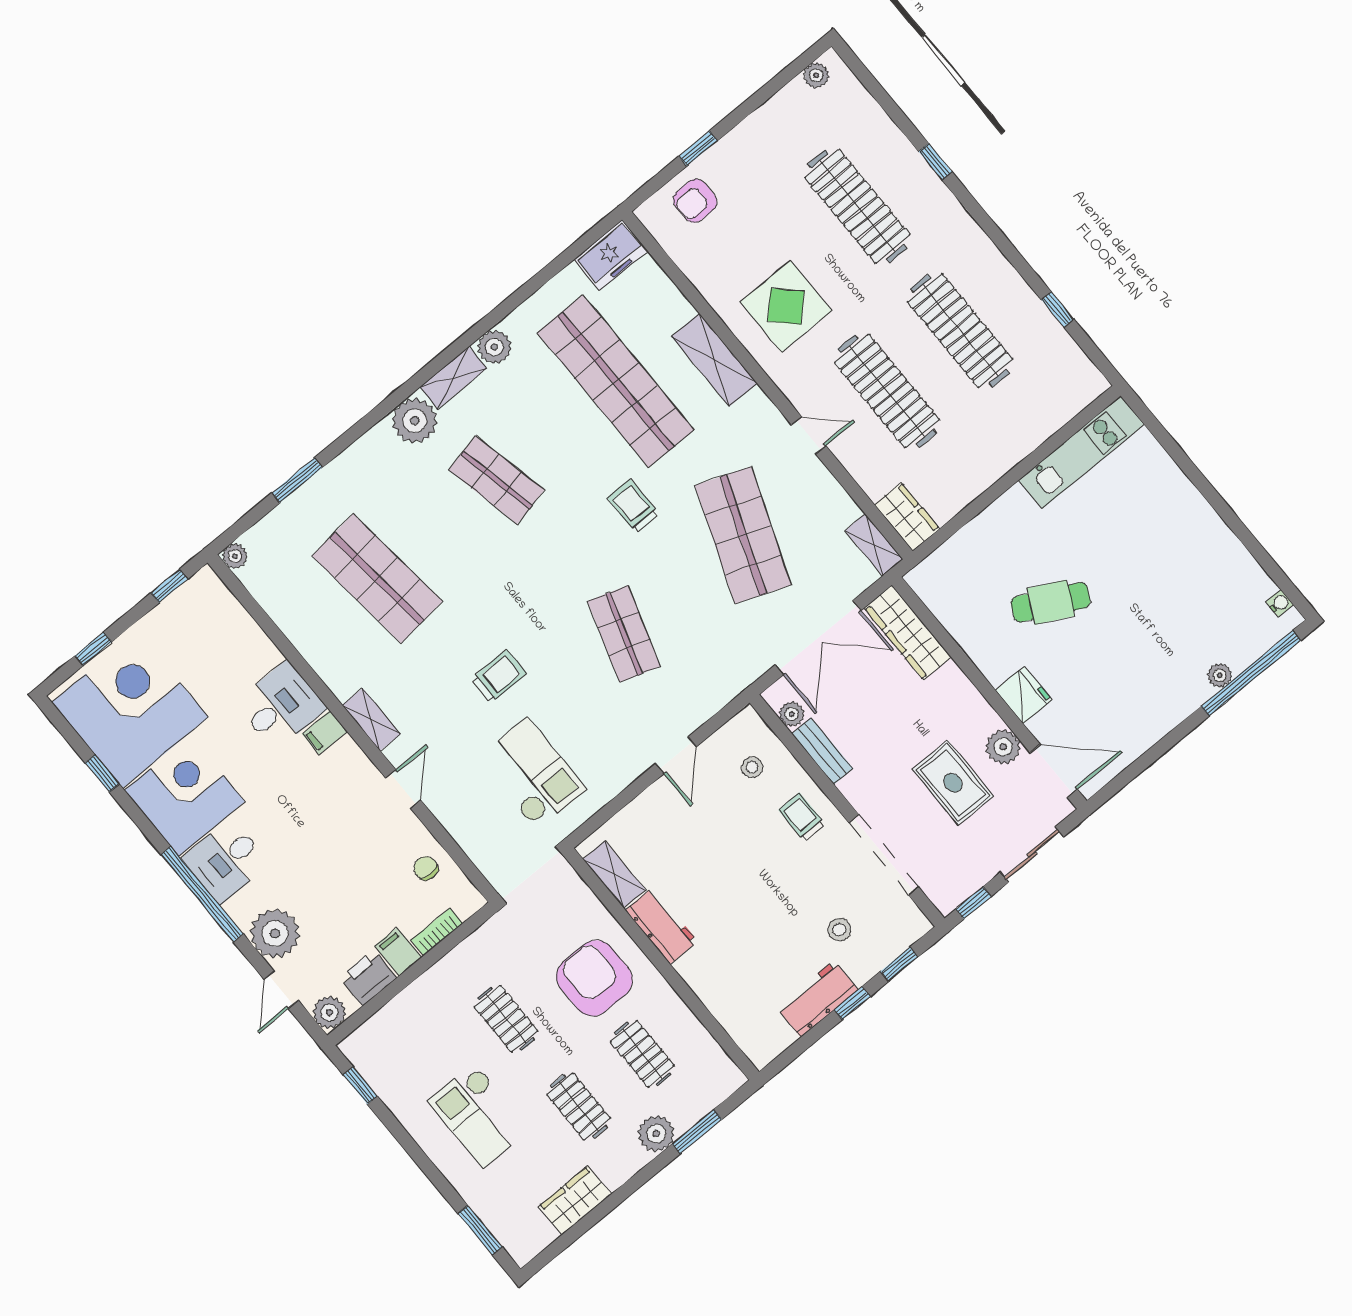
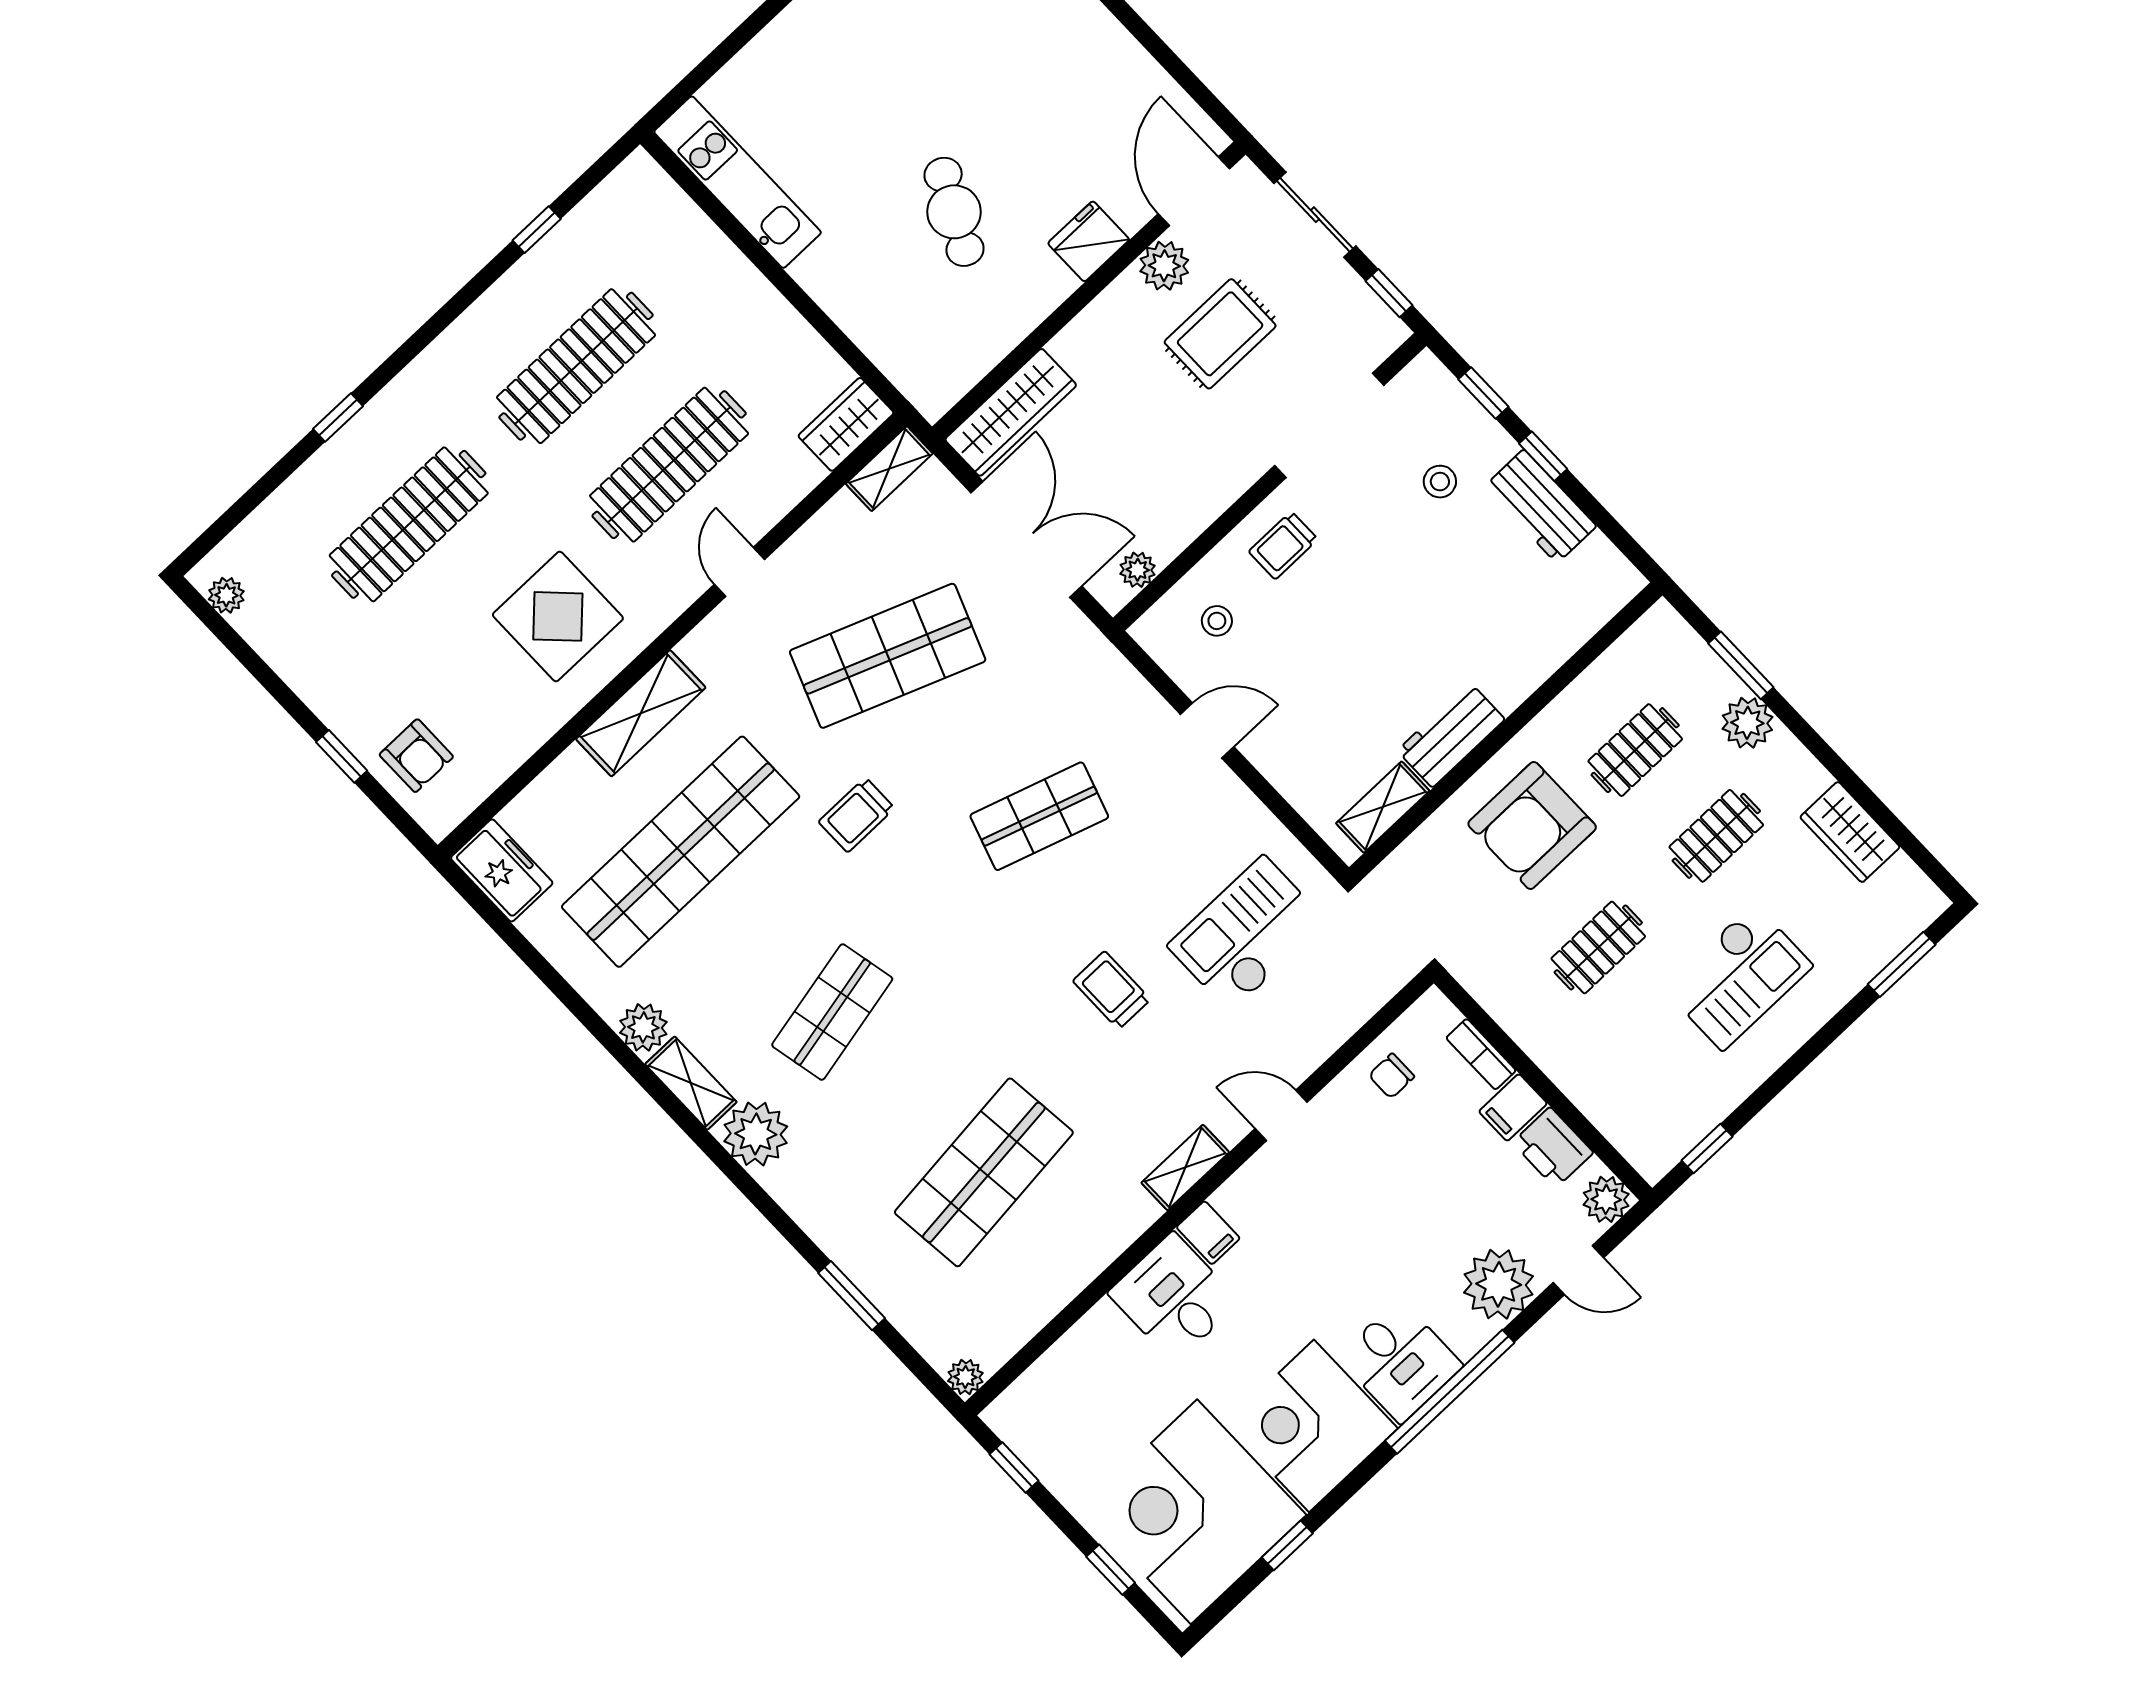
bench: (822, 751) -> (1187, 522), removed

